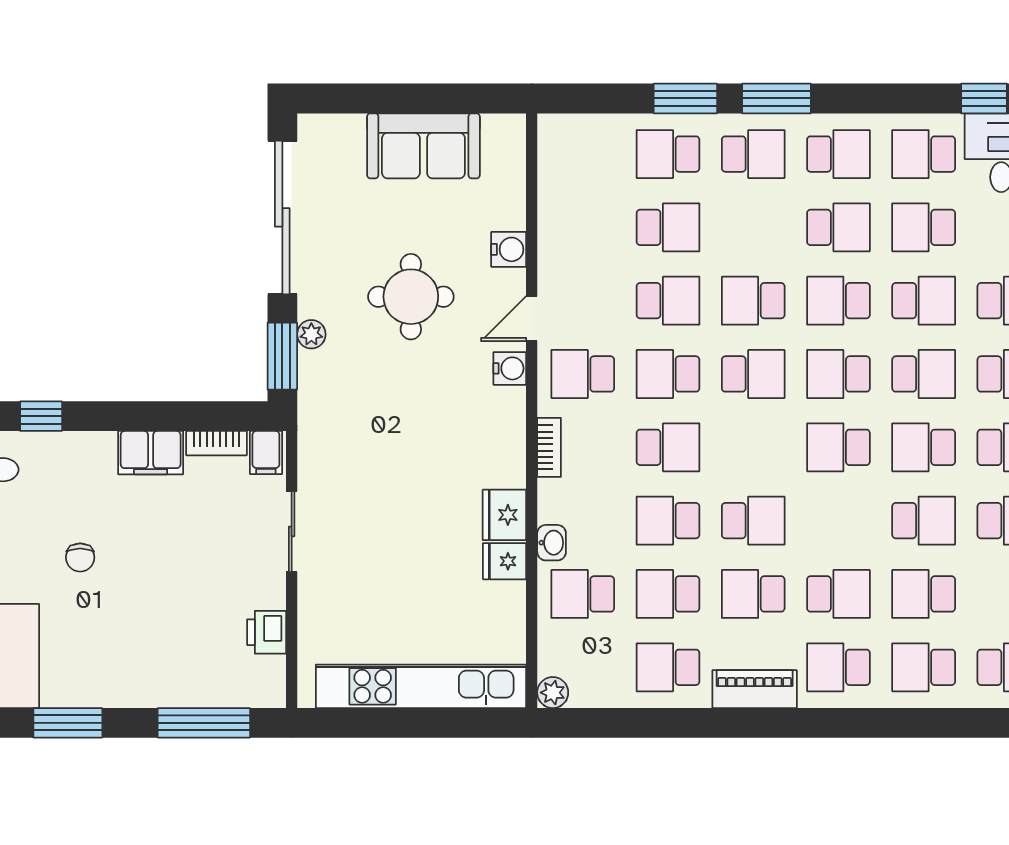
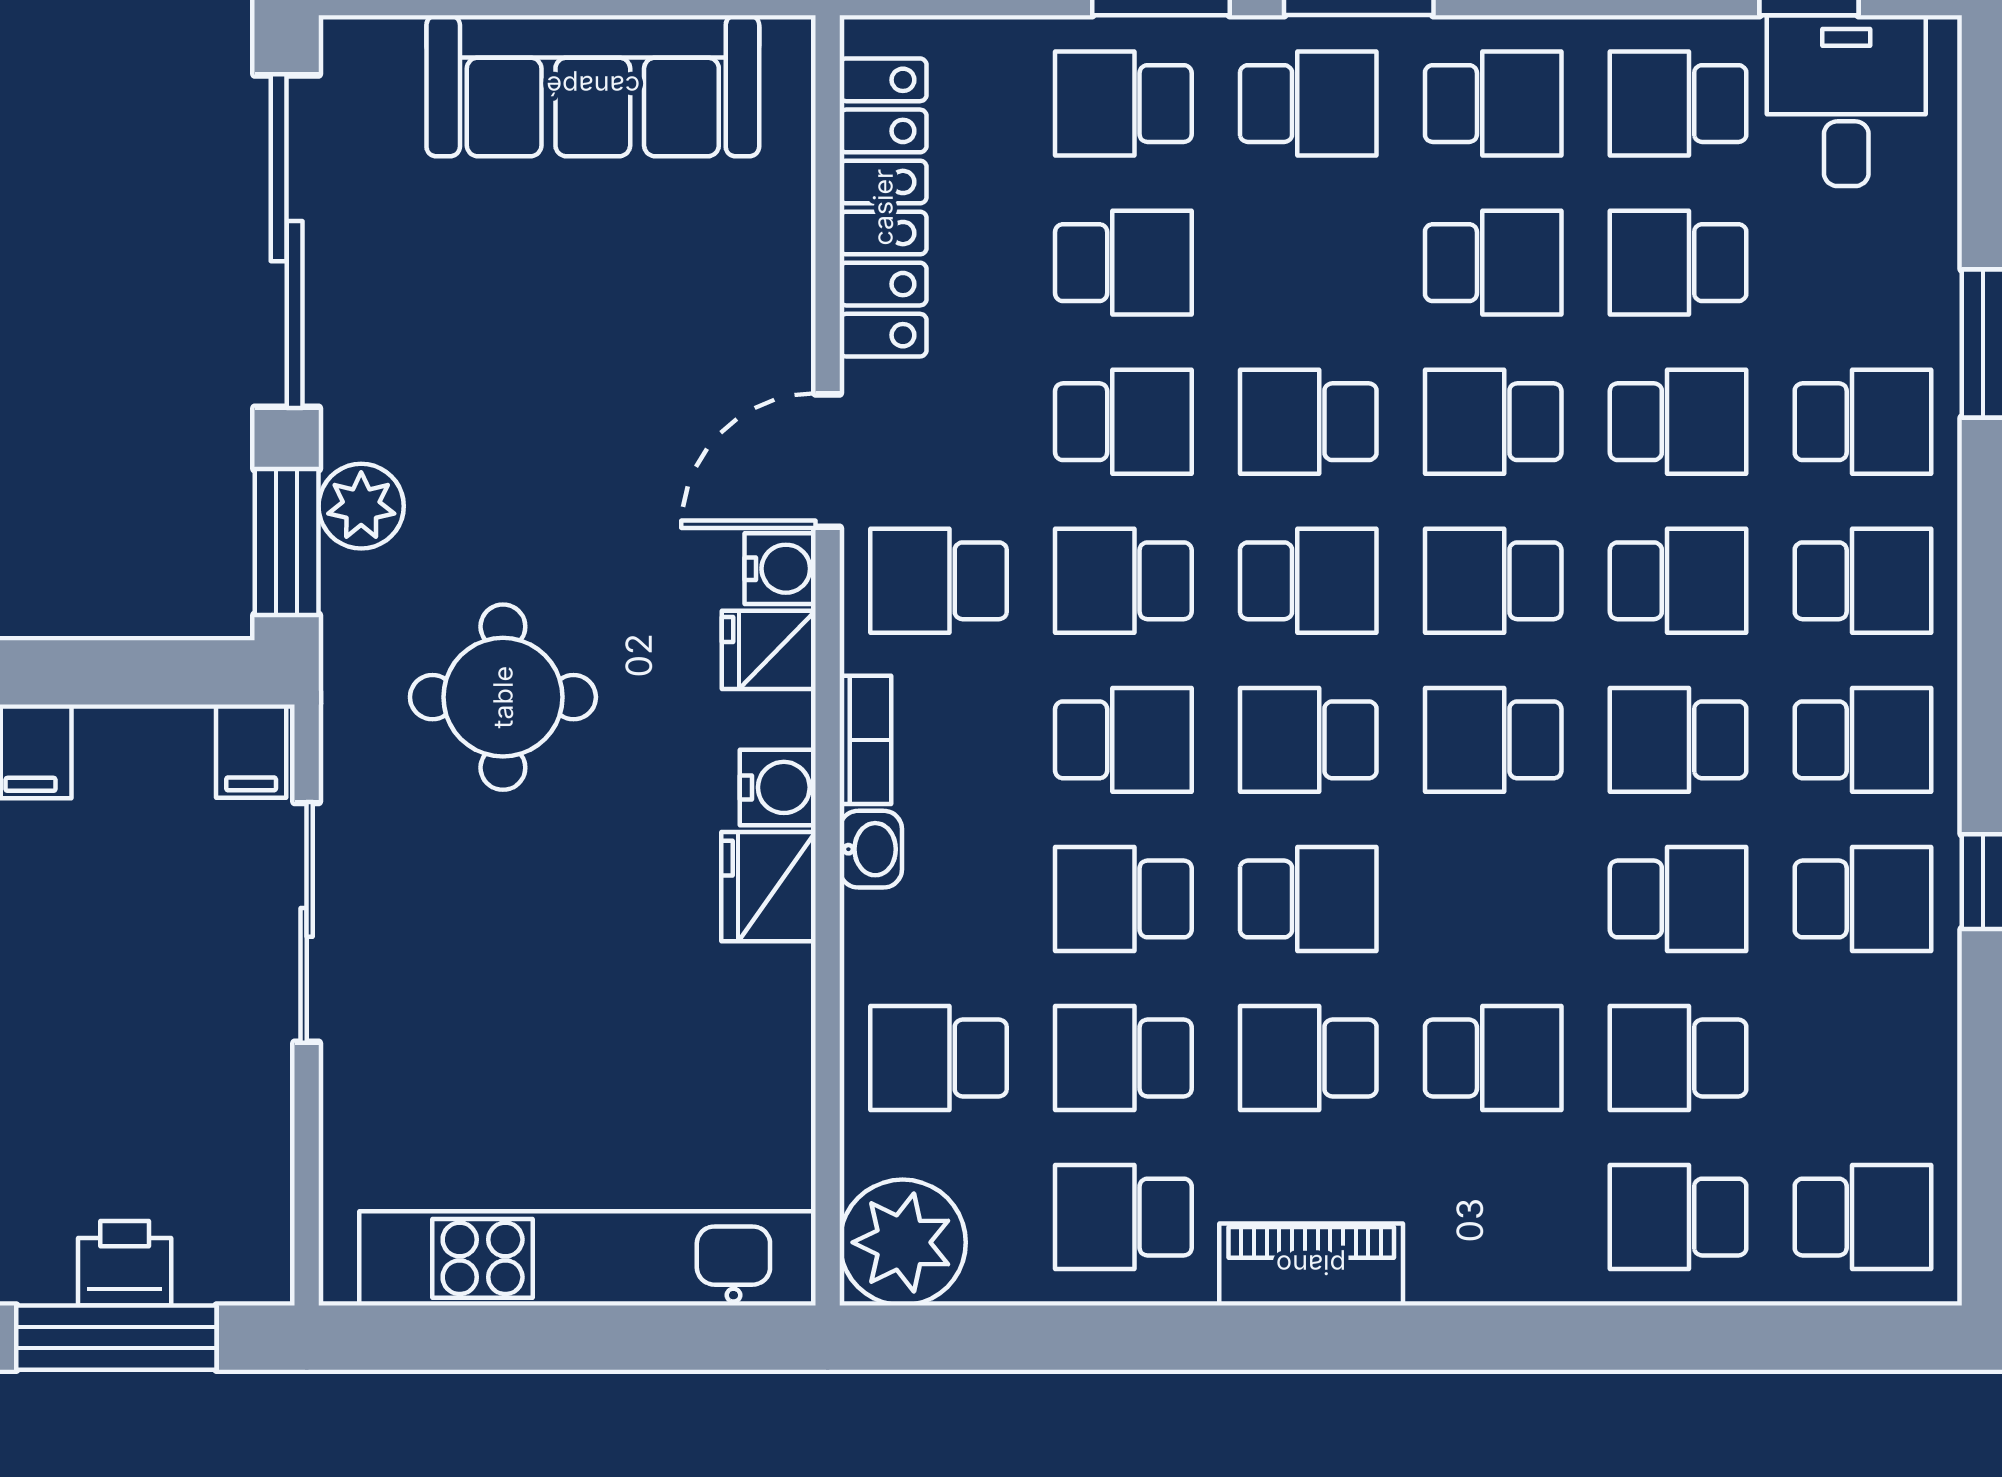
sofa: (423, 146) -> (593, 86), width x1.36
locker: (557, 202) -> (883, 207), added
water cooler: (509, 249) -> (778, 787), moved
round table: (411, 297) -> (503, 697), moved
door: (532, 319) -> (828, 461), width x1.38
plant: (311, 334) -> (361, 506), width x1.38, depth x1.38
bookcase: (216, 443) -> (144, 731), removed
sliding door: (292, 531) -> (307, 922), width x1.37
washbasin: (552, 543) -> (871, 849), moved
fridge: (505, 561) -> (769, 650), moved
printer: (267, 632) -> (125, 1263), moved, turned 90
school desk: (838, 667) -> (1308, 740), moved
plant: (553, 693) -> (903, 1242), width x1.87, depth x1.87

